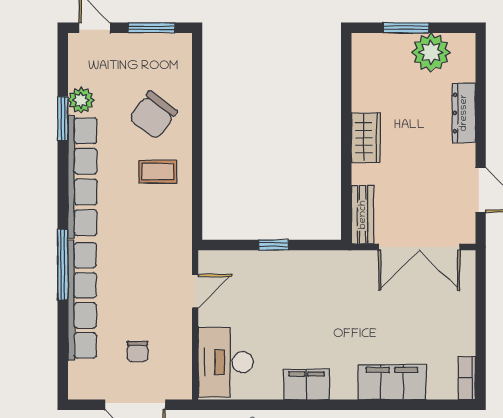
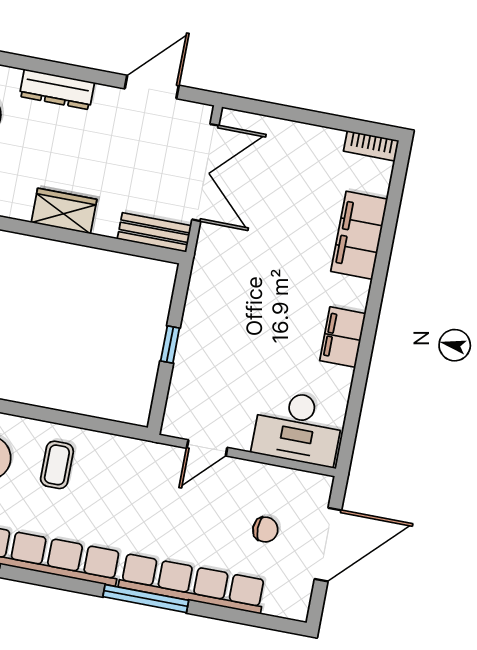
door: (195, 291) -> (207, 448), swing flipped

